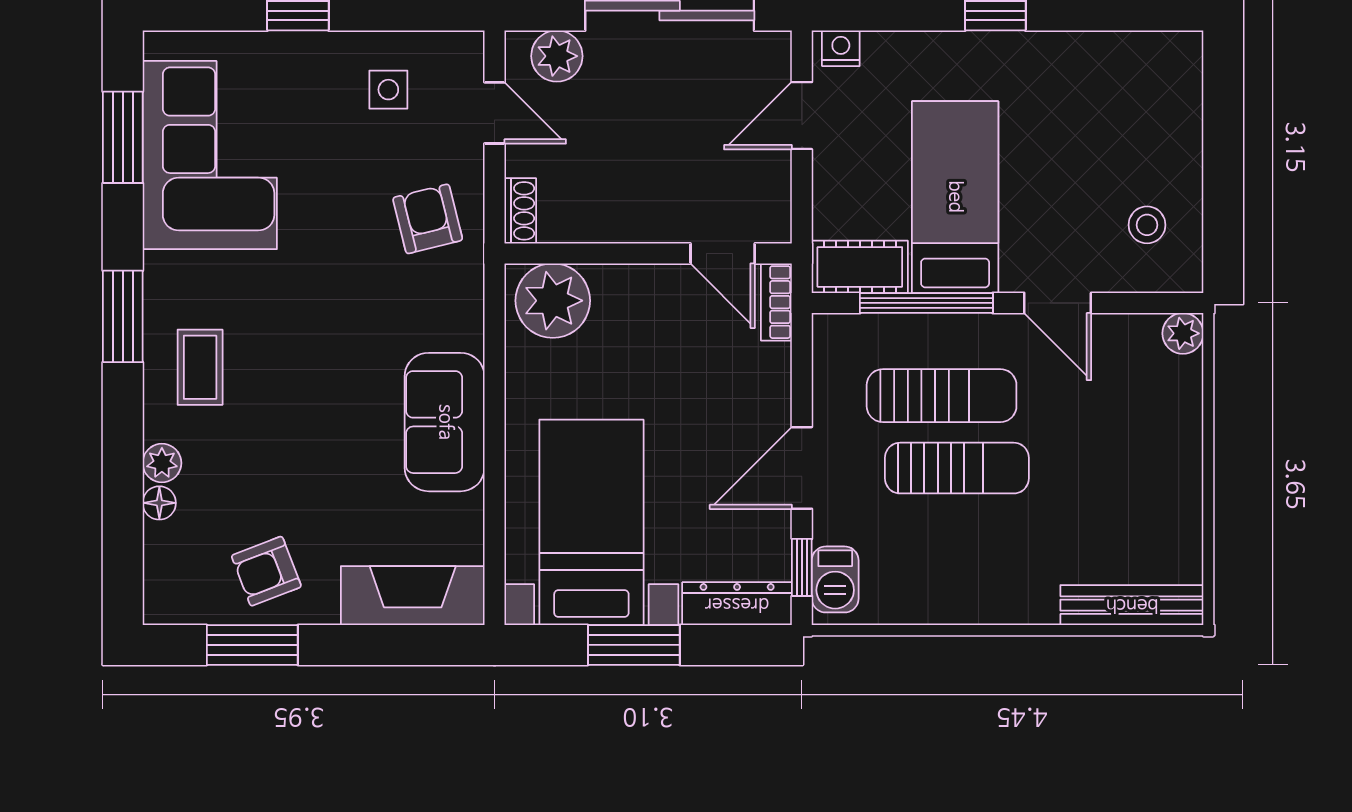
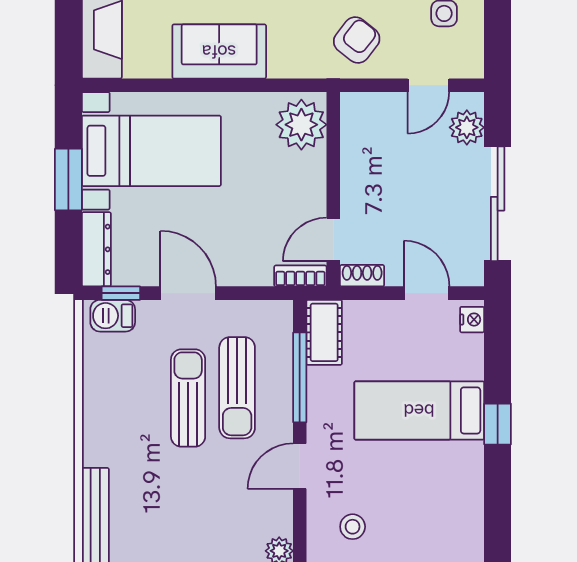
bed: (955, 197) -> (419, 410), moved, turned 180
shoe rack: (520, 211) -> (362, 276), moved, turned 180
armchair: (428, 219) -> (357, 40), turned -38
sun lounger: (957, 468) -> (188, 398), turned 180

